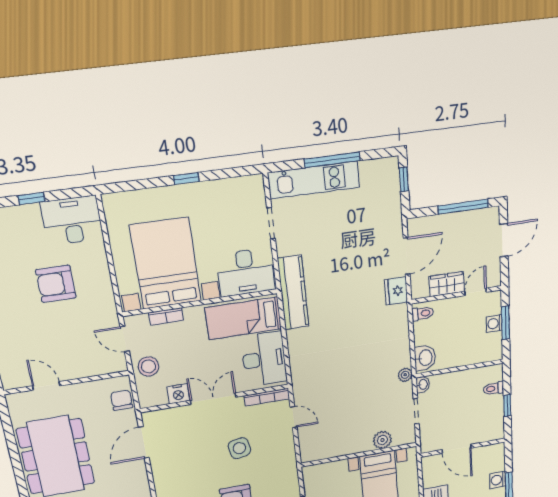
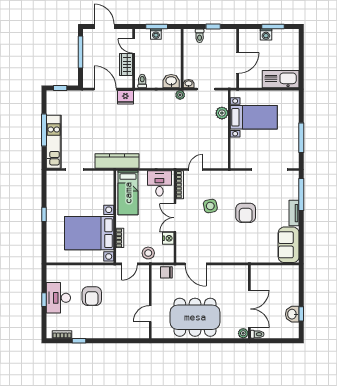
desk: (72, 221) -> (58, 298), moved
desk: (246, 272) -> (101, 188), removed
desk: (264, 359) -> (159, 183), width x0.73

